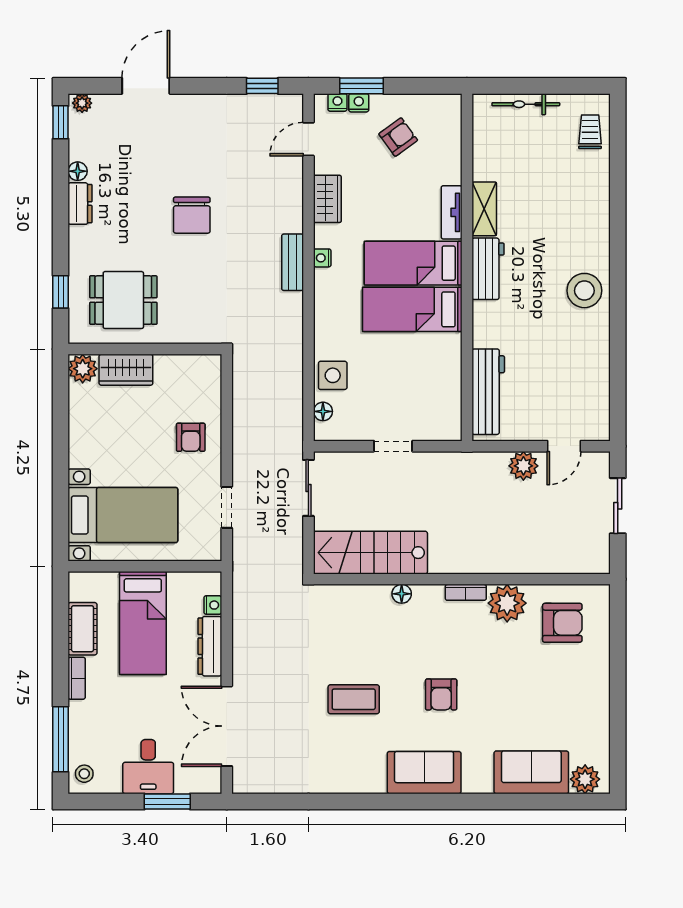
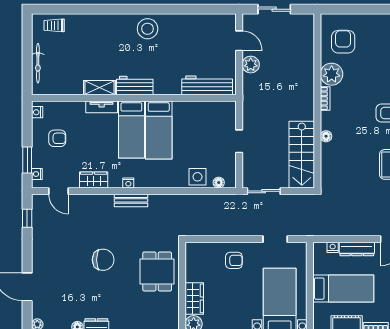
nightstand: (359, 103) -> (37, 112), moved
armchair: (398, 137) -> (57, 138), turned 126
dining table: (123, 300) -> (157, 271), moved

